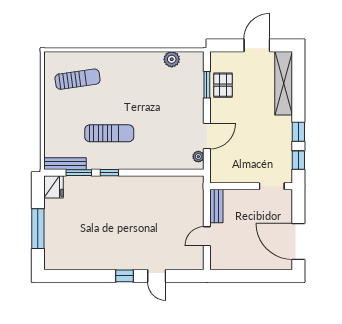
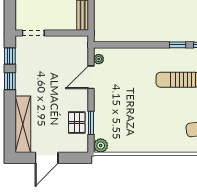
plant: (172, 59) -> (101, 145), moved

